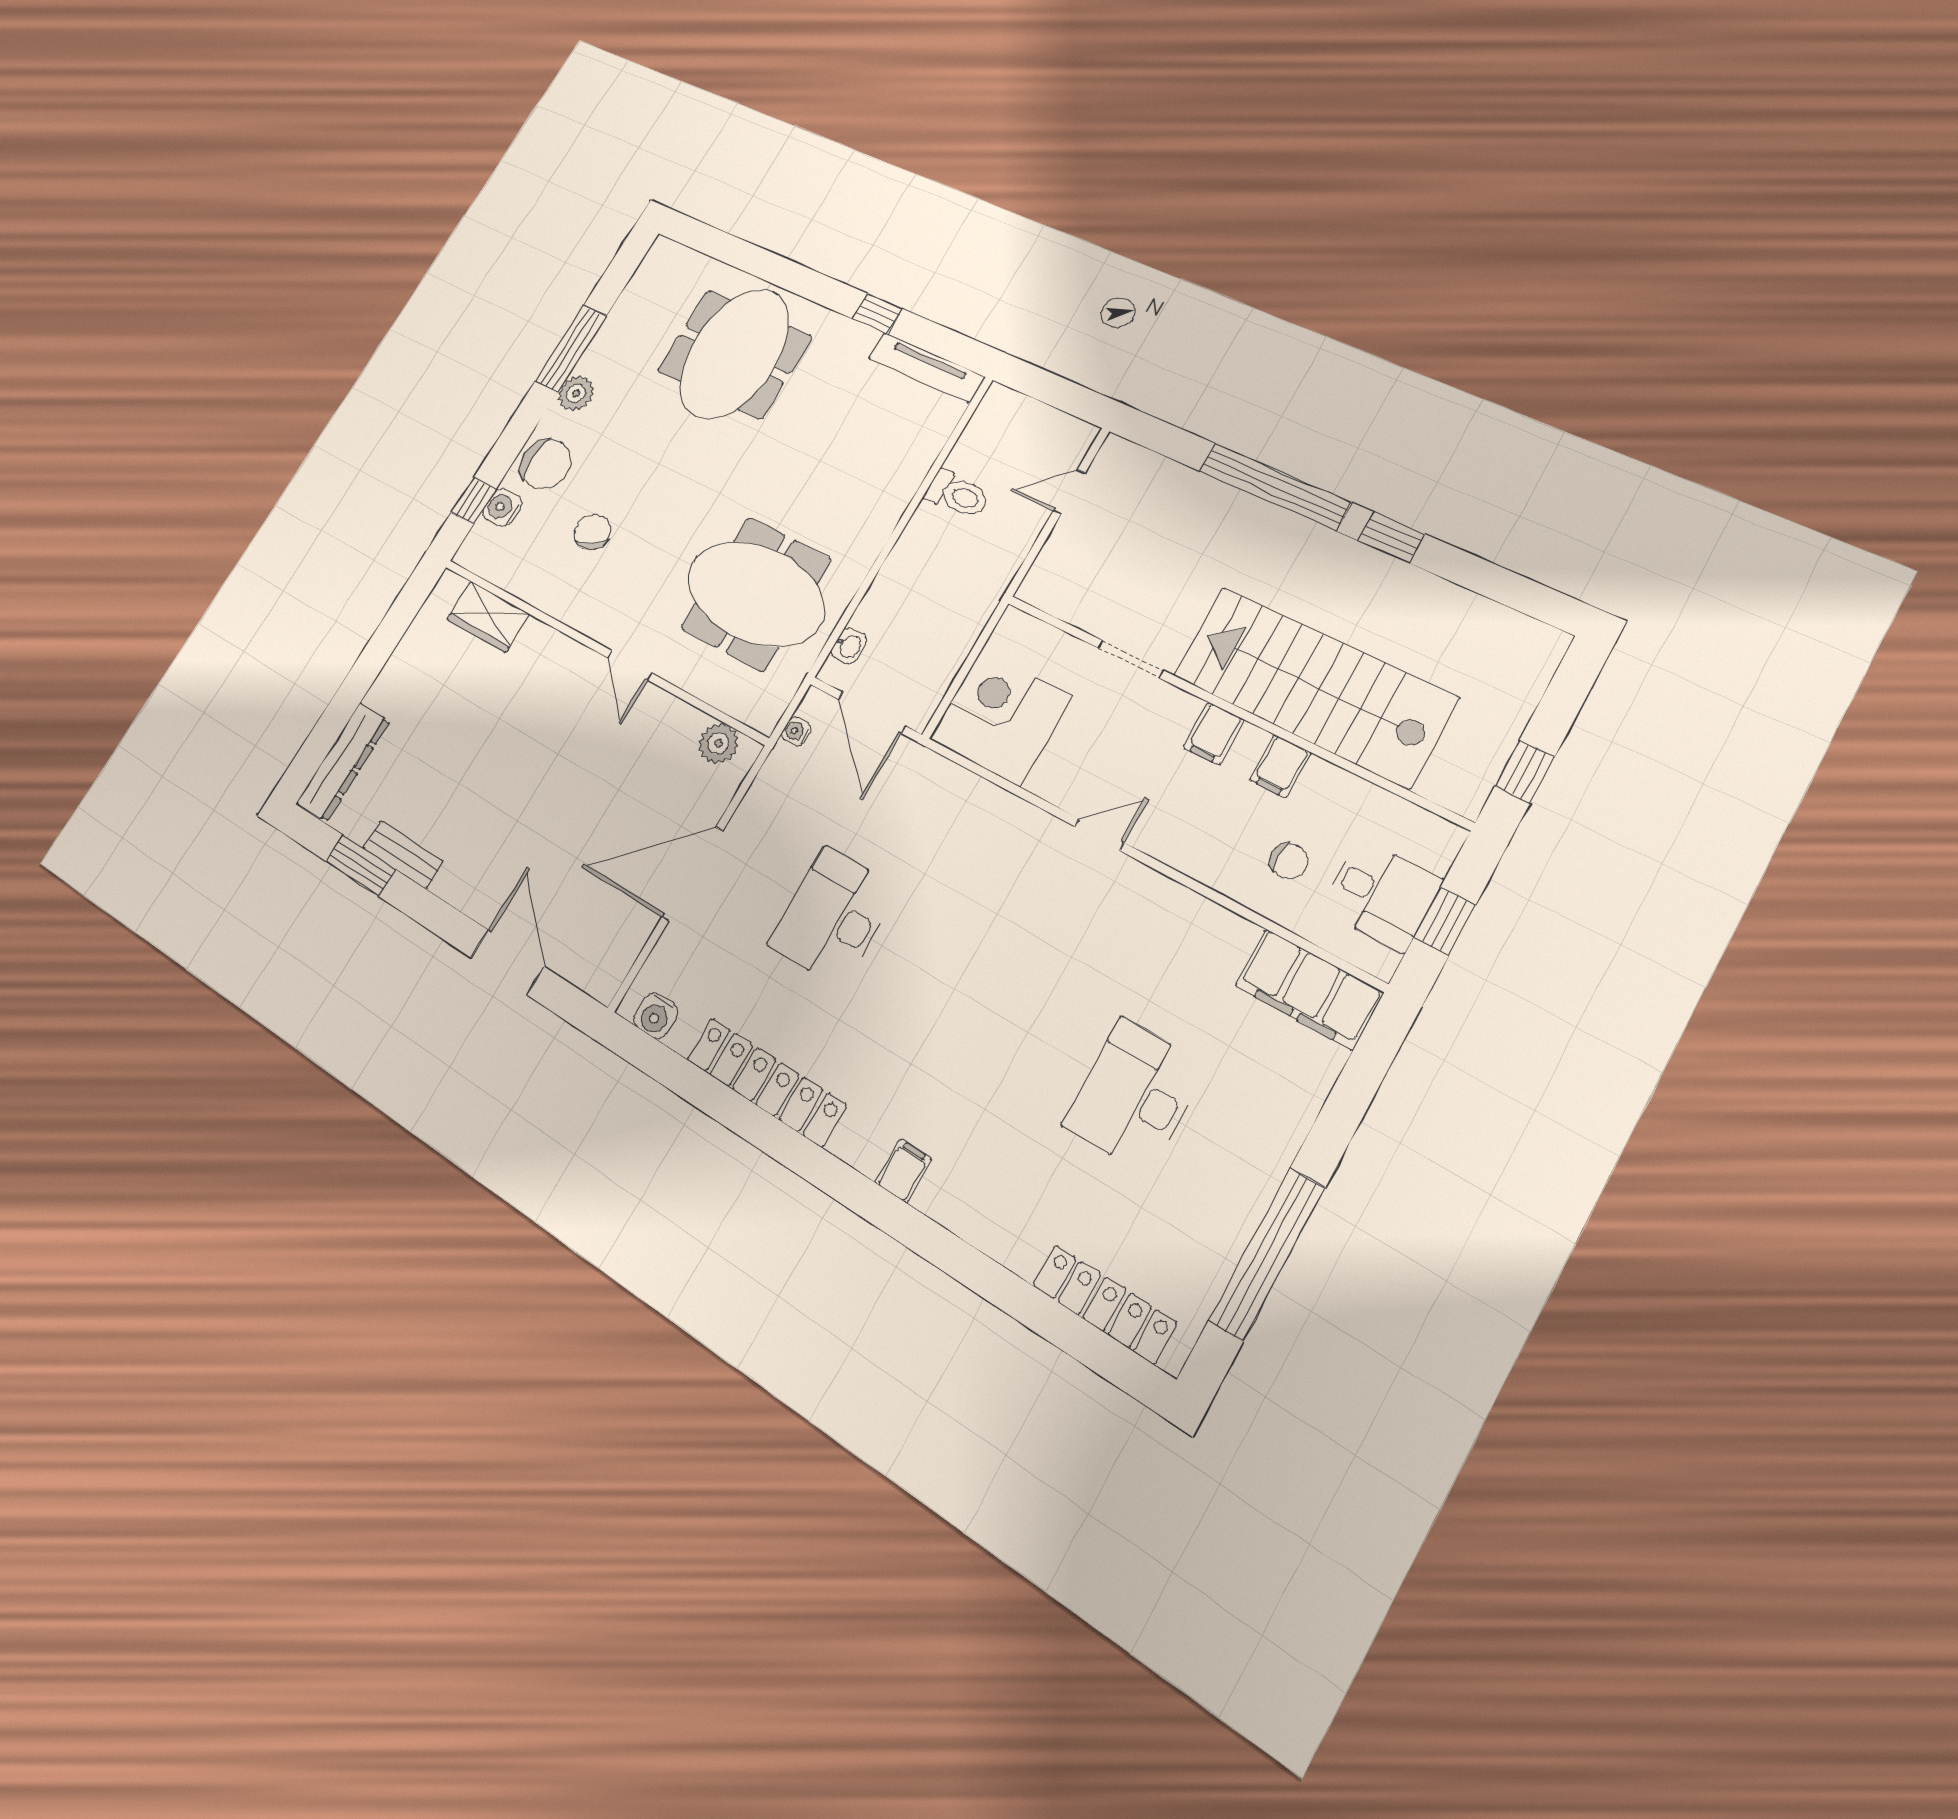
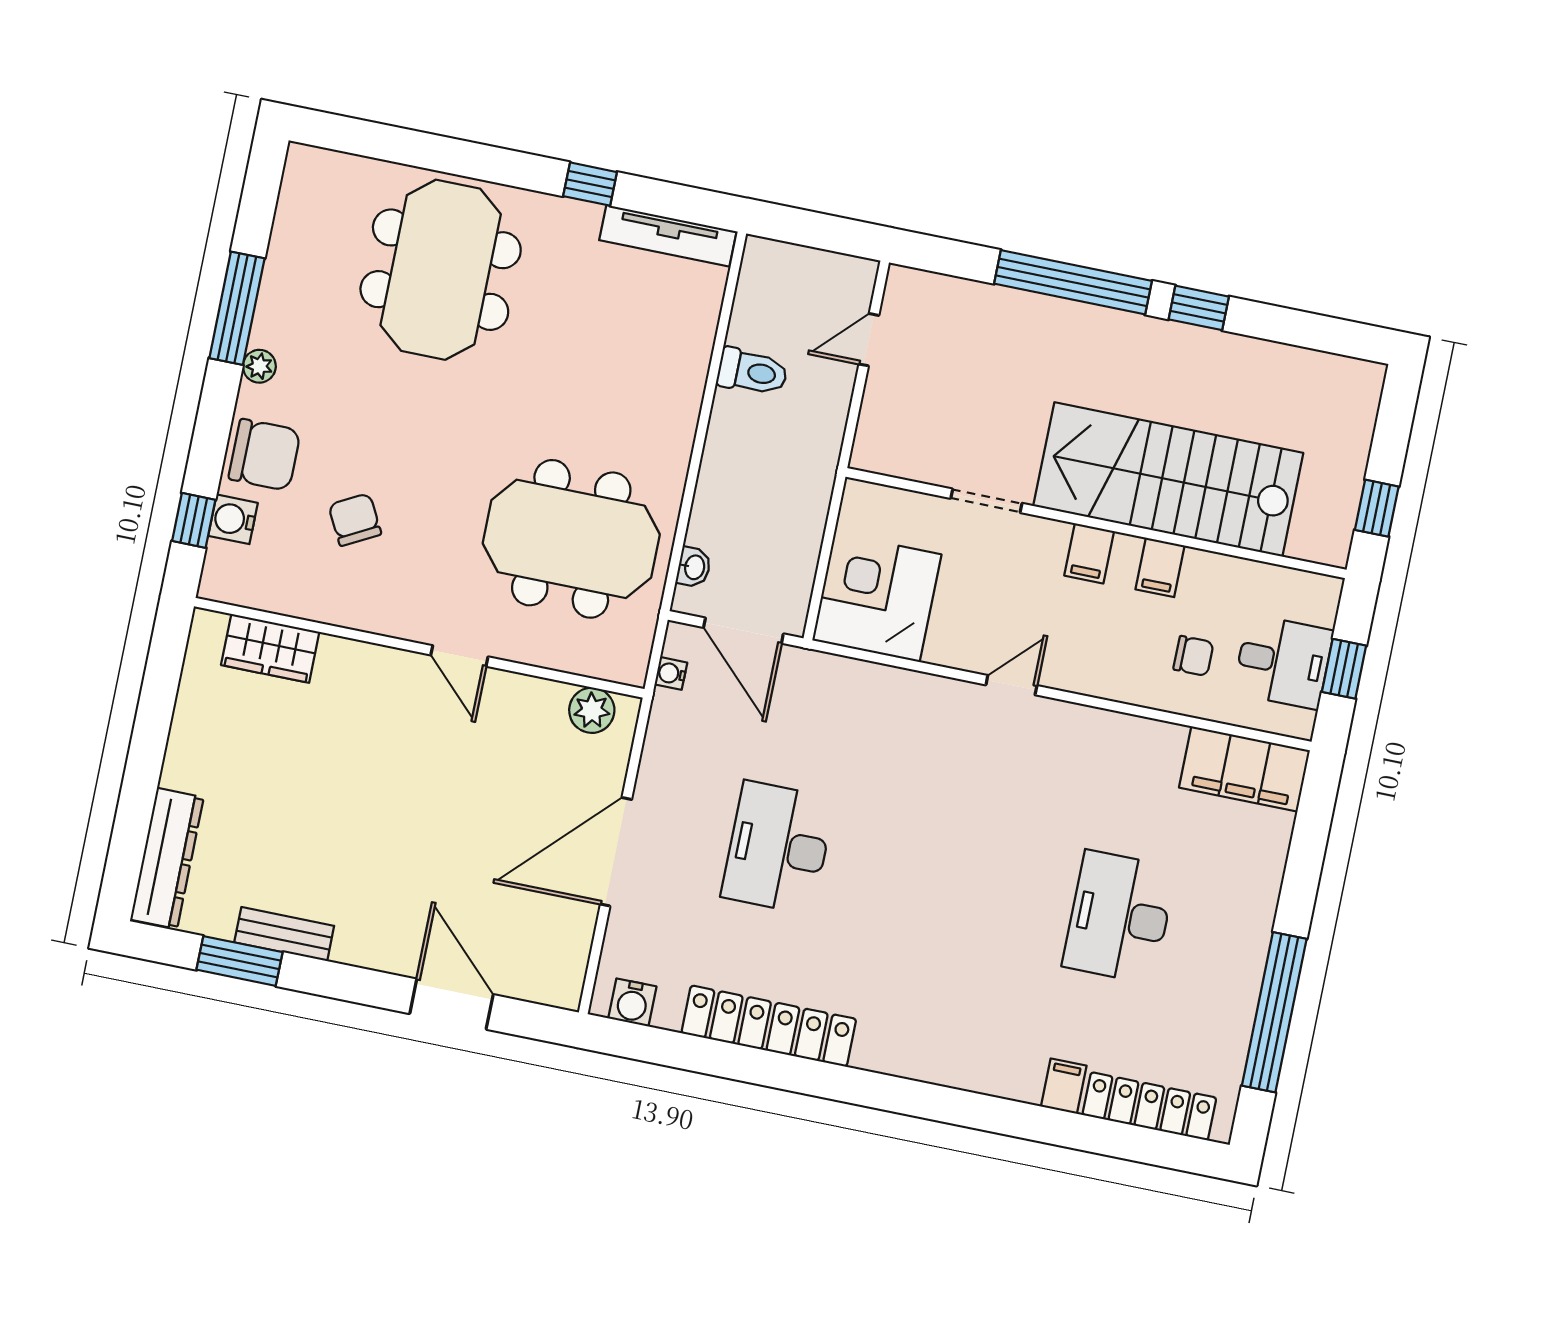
plant: (576, 393) -> (259, 366), width x0.73, depth x0.73
filing cabinet: (903, 1171) -> (1064, 1086), moved

